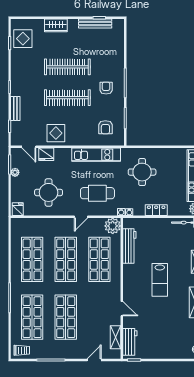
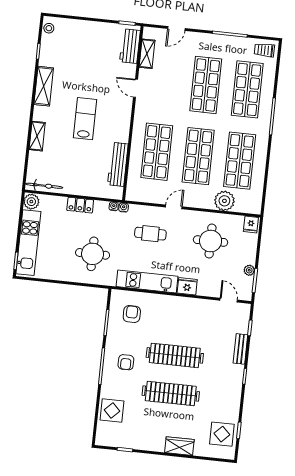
bench: (95, 24) -> (131, 443), removed
display table: (56, 133) -> (112, 411), moved
fridge: (46, 154) -> (187, 286), moved
cafe table: (97, 193) -> (150, 234), width x0.73, depth x0.74
plant: (113, 226) -> (224, 201), moved

